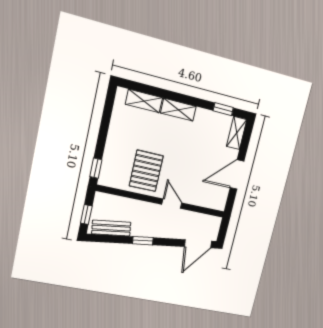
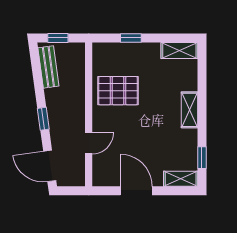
shelving: (144, 101) -> (179, 51), moved, turned 90
window: (96, 168) -> (131, 38), moved
door: (172, 204) -> (89, 143), moved
window: (143, 241) -> (43, 119), moved

